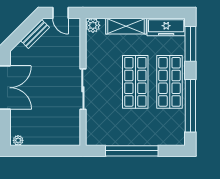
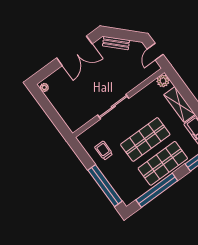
bench: (35, 34) -> (116, 43), moved
trolley: (117, 128) -> (104, 151), added
window: (132, 151) -> (105, 186), moved

